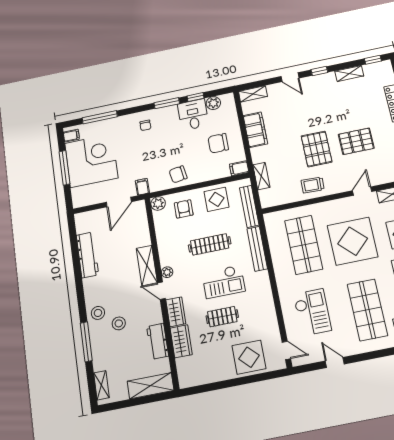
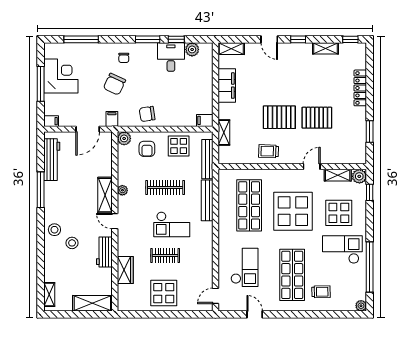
filing cabinet: (71, 136) -> (51, 121), moved
chair: (218, 143) -> (114, 84), moved, turned -65
pallet: (317, 149) -> (279, 117), turned 90
corner desk: (91, 160) -> (61, 76), width x0.74, depth x0.74
armchair: (184, 209) -> (147, 149), turned 180
workbench: (87, 255) -> (52, 160), moved
plant: (167, 272) -> (122, 190), moved
wardrobe: (176, 312) -> (125, 243), removed
workbench: (158, 341) -> (104, 252), moved
window: (86, 342) -> (41, 190), moved
door: (286, 350) -> (215, 296), swing flipped
display table: (249, 357) -> (164, 293), moved

